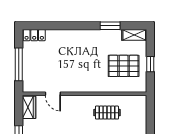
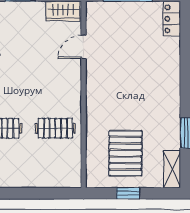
clothes rail: (107, 113) -> (55, 128), turned 90

